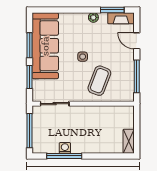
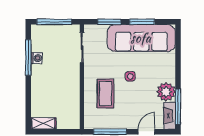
window: (112, 10) -> (178, 107), width x1.44
plant: (93, 17) -> (166, 92), width x1.87, depth x1.87
coffee table: (99, 81) -> (106, 94), turned 69

